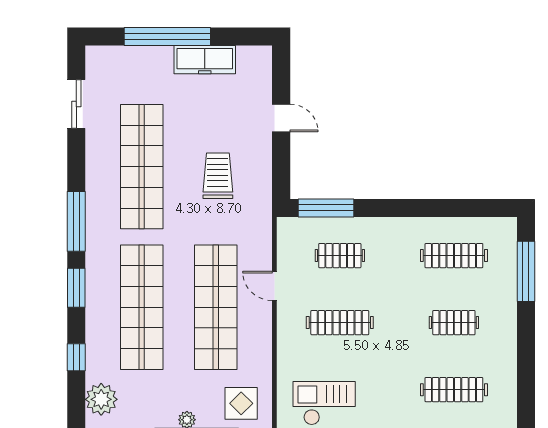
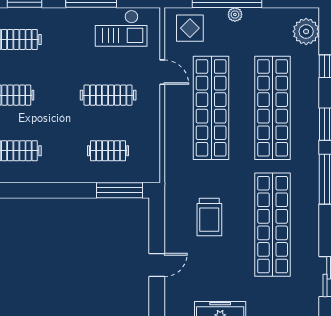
door: (281, 118) -> (157, 265), swing flipped
door: (274, 286) -> (162, 72), moved

